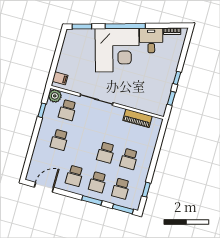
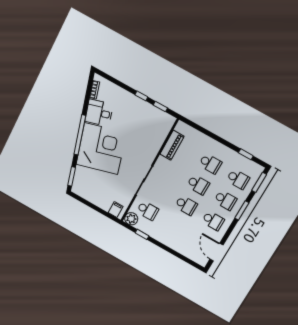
school desk: (59, 140) -> (186, 205), moved

